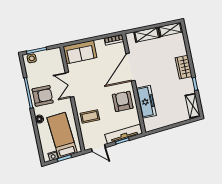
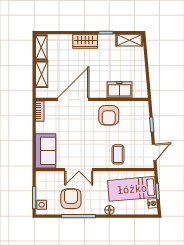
door: (130, 67) -> (73, 99), swing flipped
armchair: (43, 96) -> (71, 199), moved
armchair: (123, 101) -> (109, 115), turned -90
freezer: (146, 102) -> (119, 90), width x0.71
tv unit: (124, 134) -> (144, 122), removed

